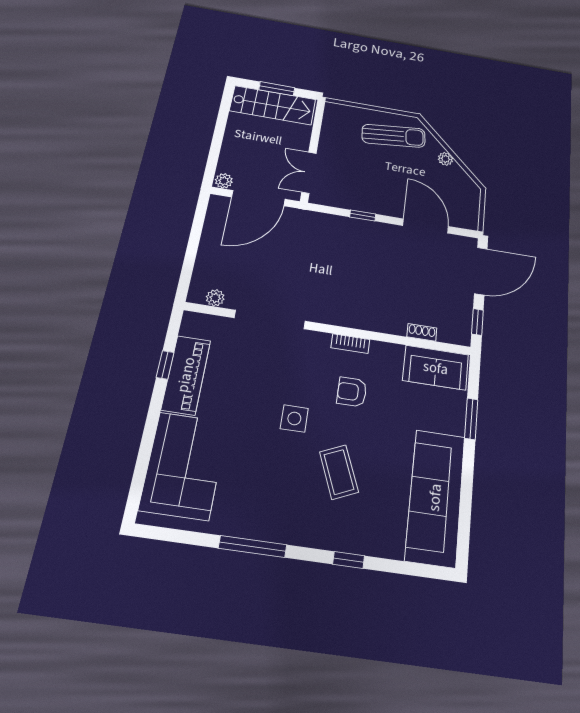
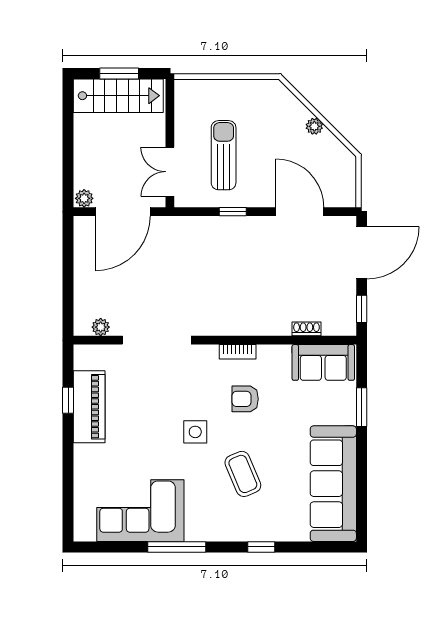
sun lounger: (394, 136) -> (224, 155), moved, turned -84
corner sofa: (184, 465) -> (140, 511), moved, turned -90

